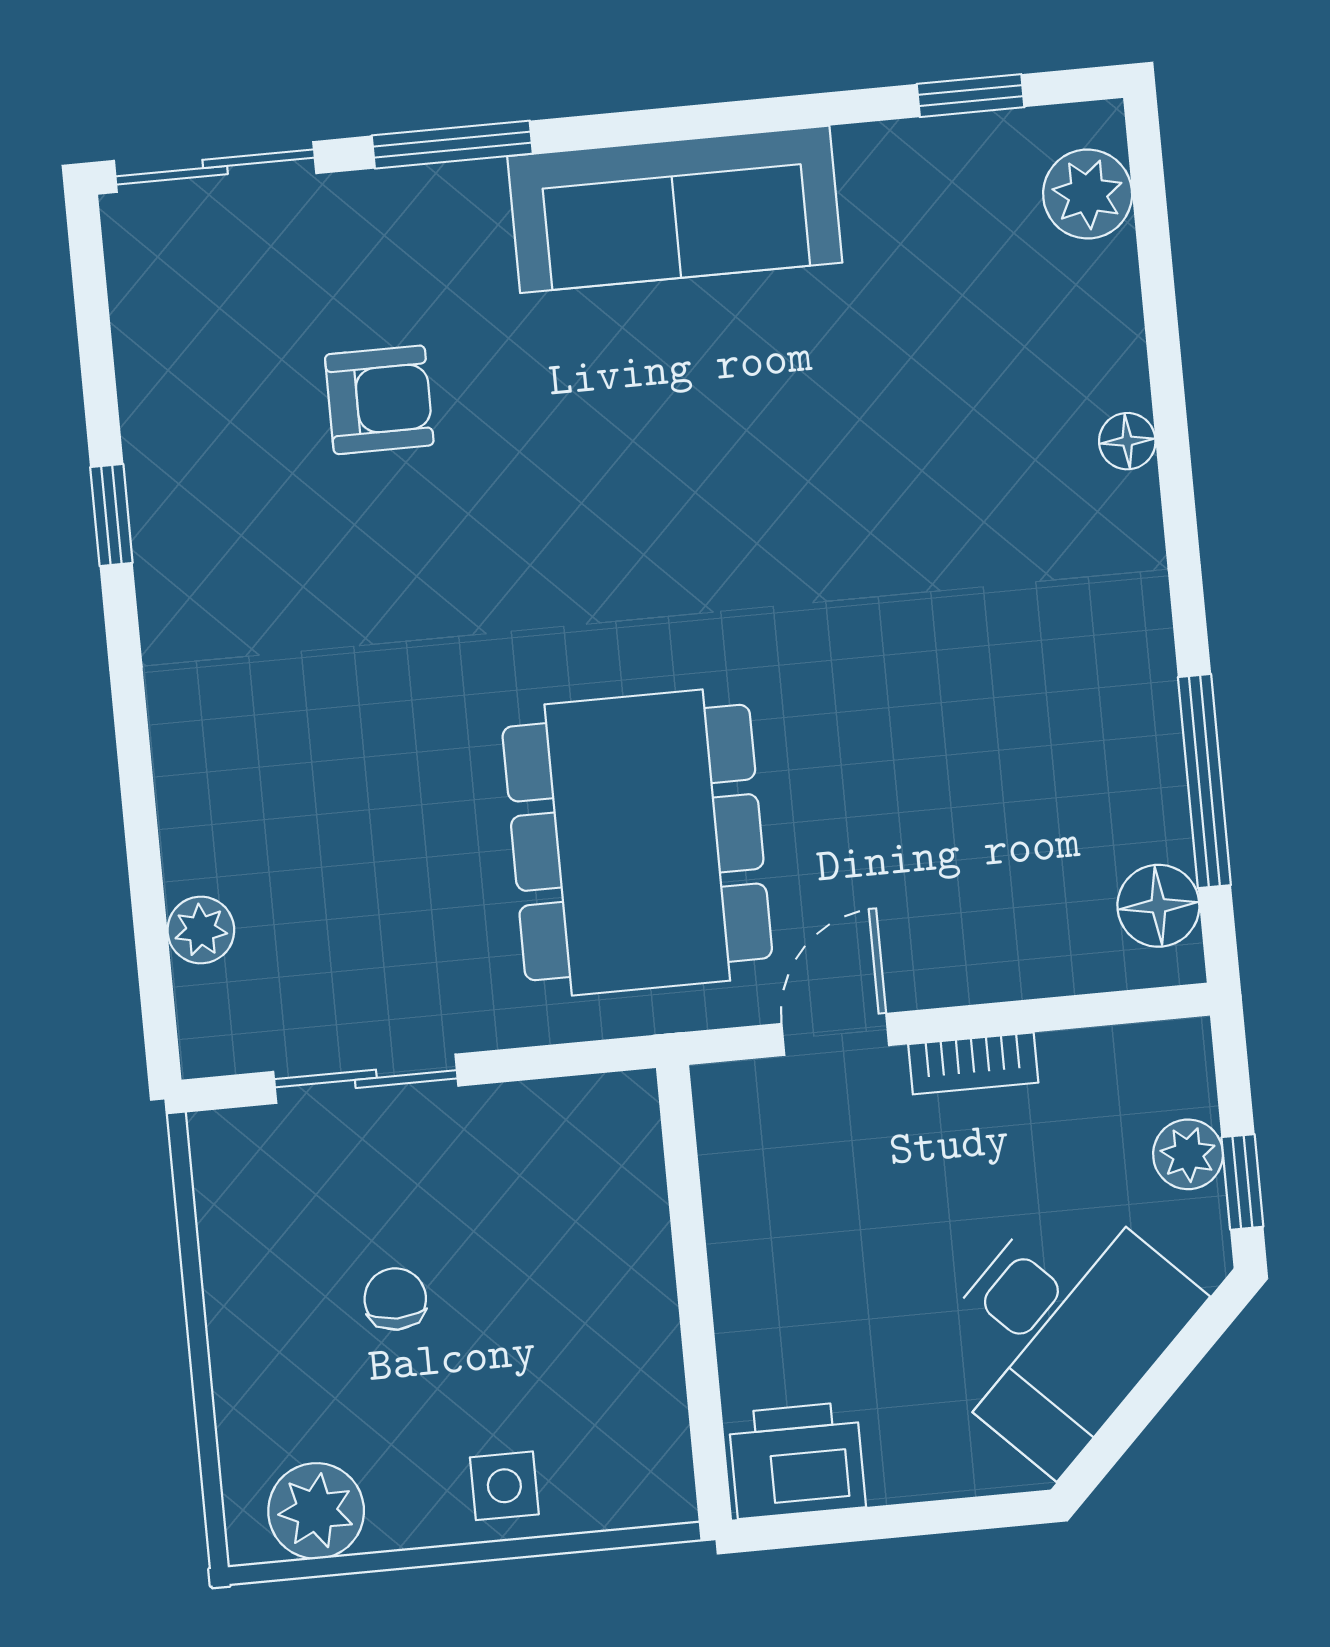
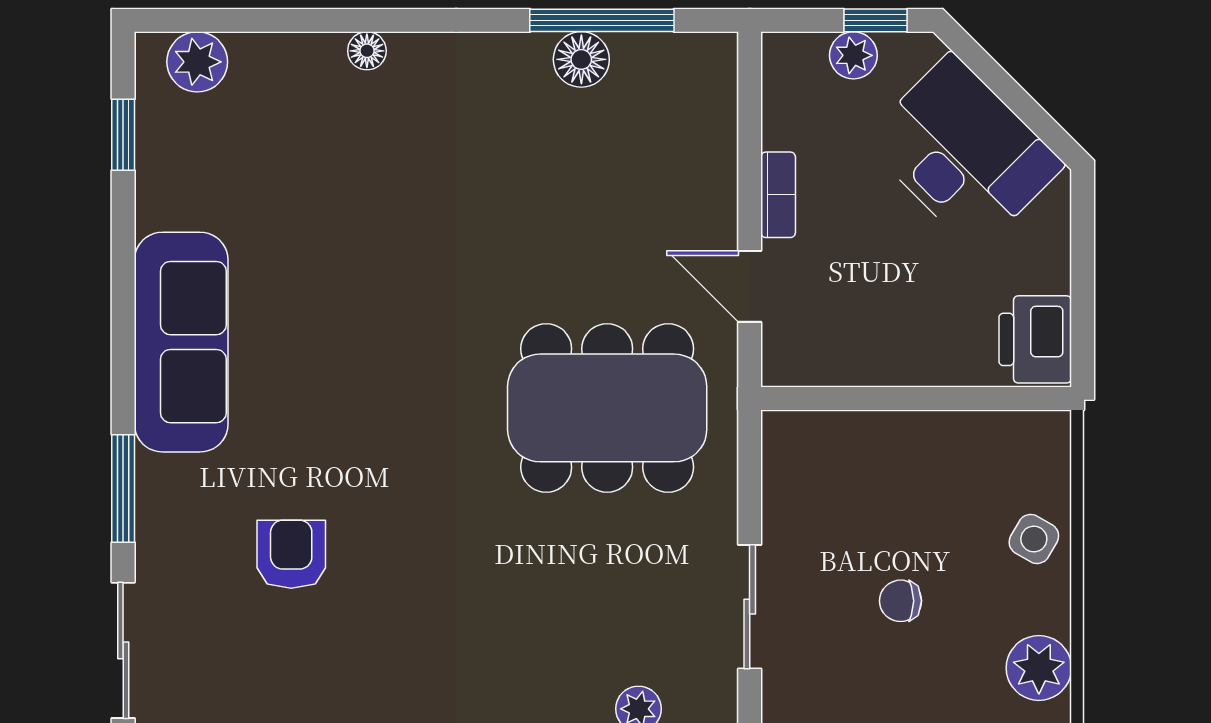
floor lamp: (1158, 906) -> (581, 59), moved
side table: (504, 1486) -> (1034, 539), turned 30

